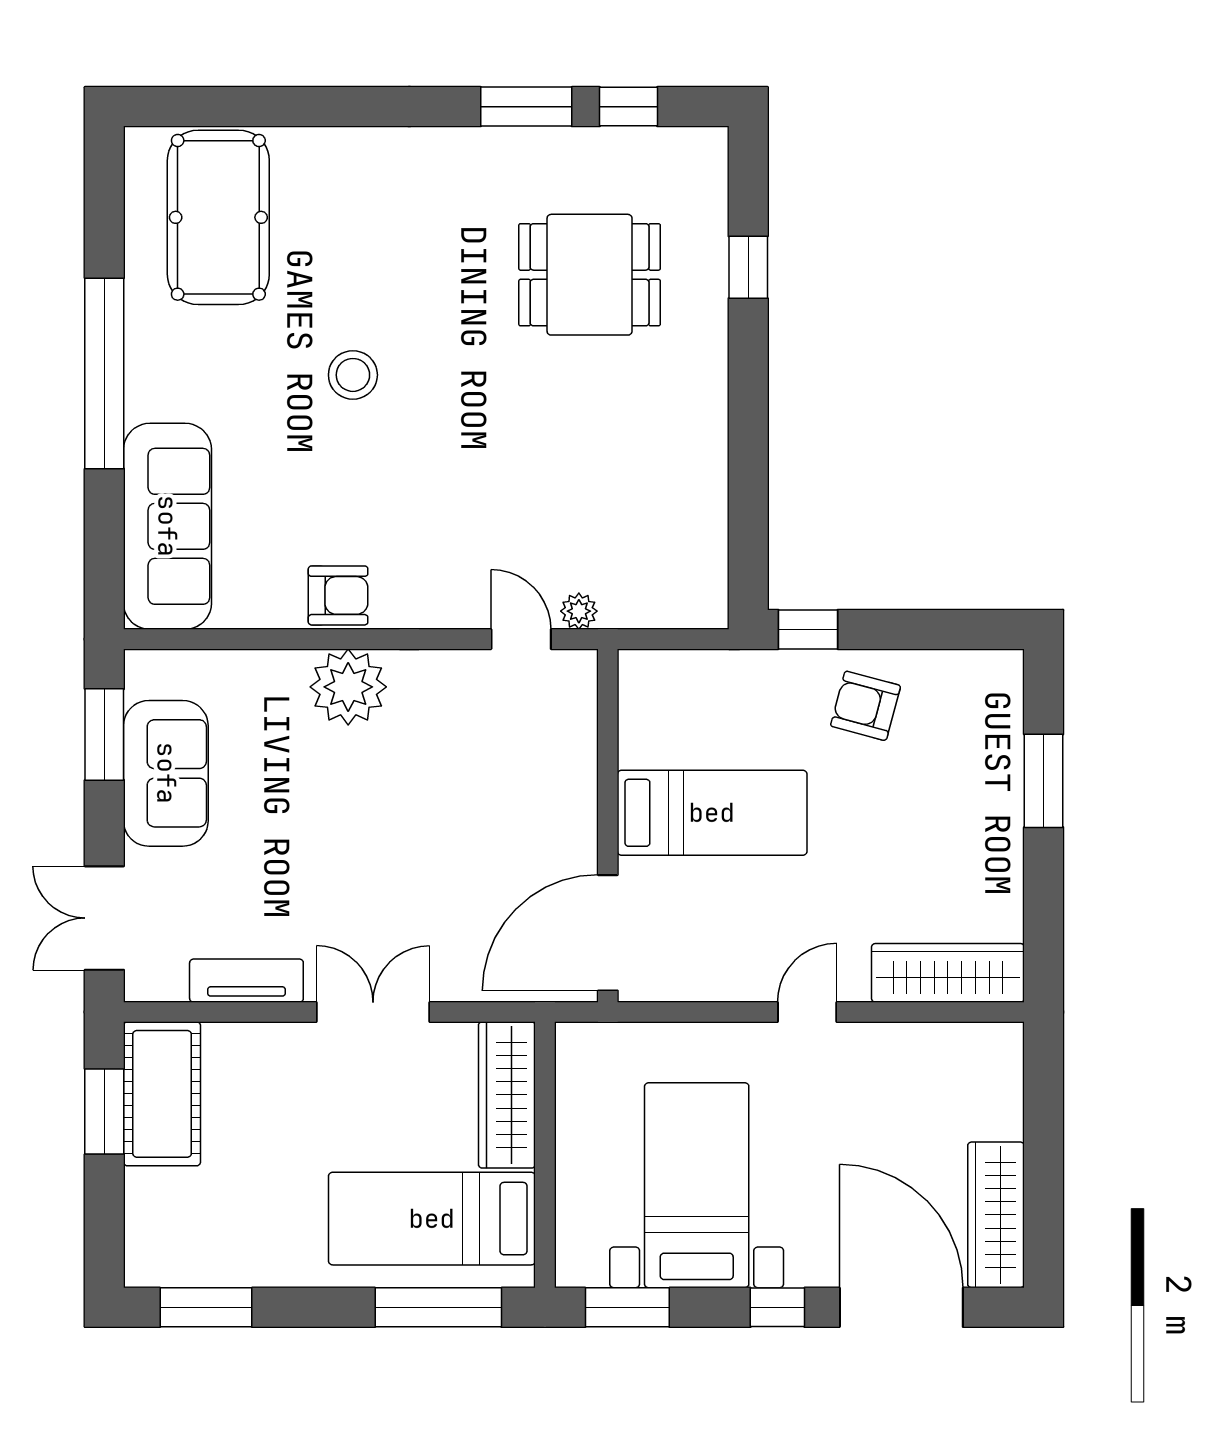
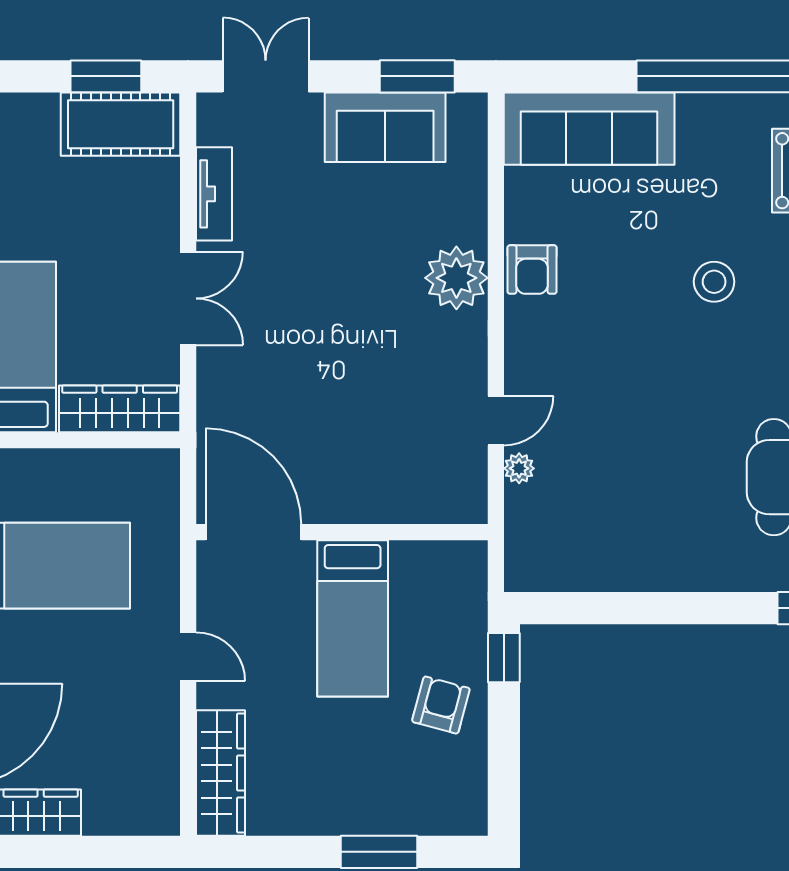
bed: (712, 813) -> (353, 618), moved
wall: (608, 826) -> (342, 532), moved
door: (608, 933) -> (254, 532), moved

